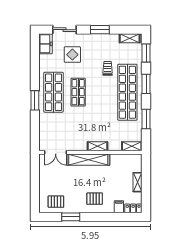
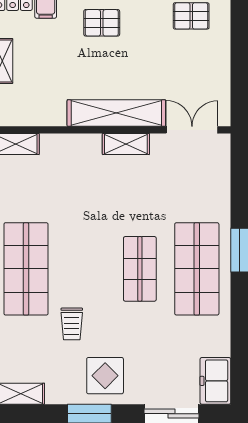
display table: (72, 55) -> (105, 376), moved
shop shelf: (127, 92) -> (26, 269), width x0.71
shelving: (97, 146) -> (126, 144), moved

